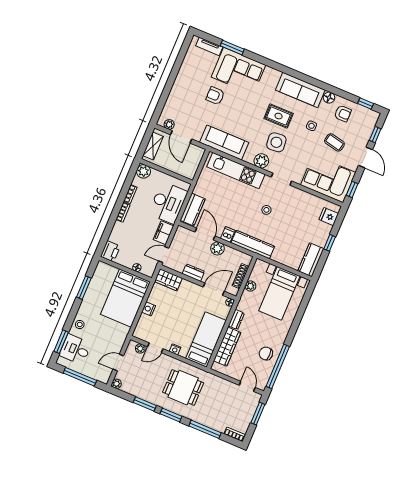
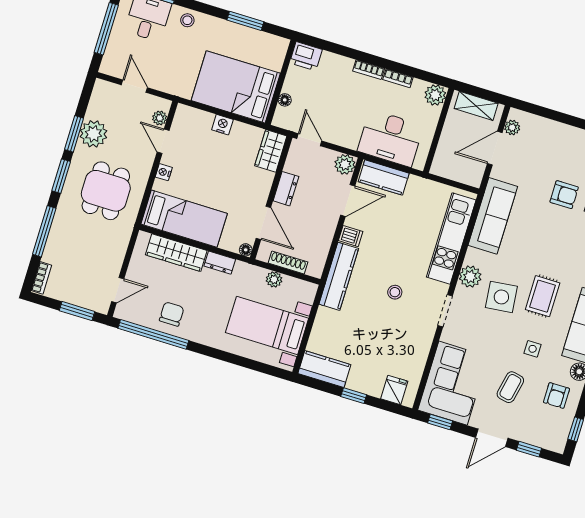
armchair: (215, 96) -> (564, 195), turned 90
filing cabinet: (163, 233) -> (343, 136), removed
plant: (217, 248) -> (345, 164), moved
plant: (117, 384) -> (93, 134), moved, width x1.88, depth x1.88

